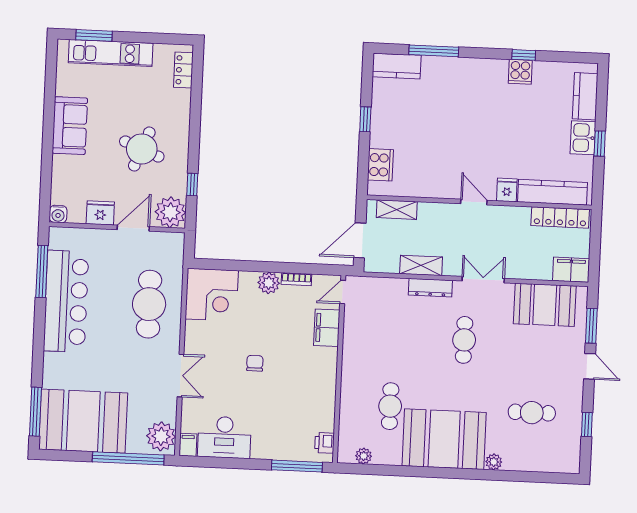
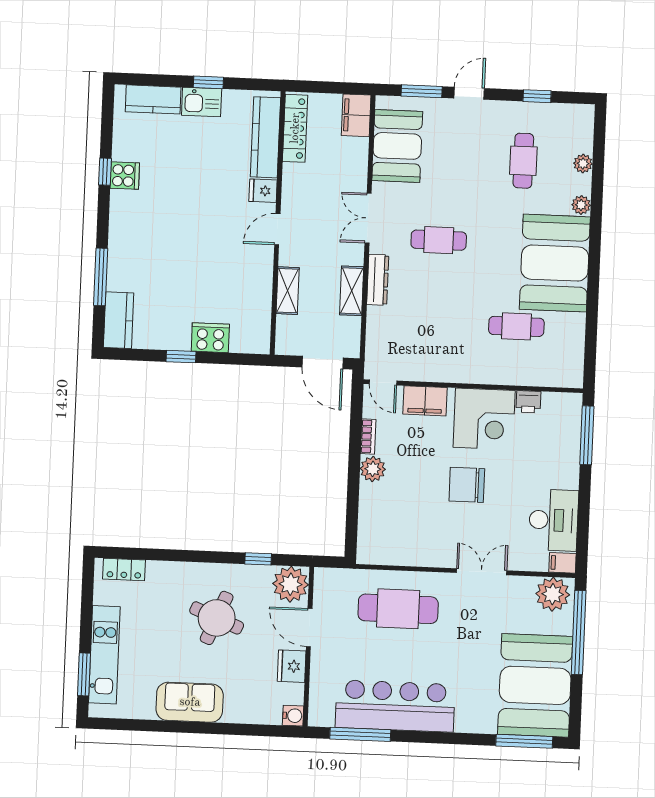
cooker: (380, 165) -> (210, 338), moved
shelving: (397, 210) -> (288, 291), moved
corner desk: (212, 295) -> (484, 419), moved, turned 90
chair: (255, 363) -> (467, 485), width x1.87, depth x1.87
printer: (324, 443) -> (528, 402), moved
plant: (364, 456) -> (583, 163), moved

